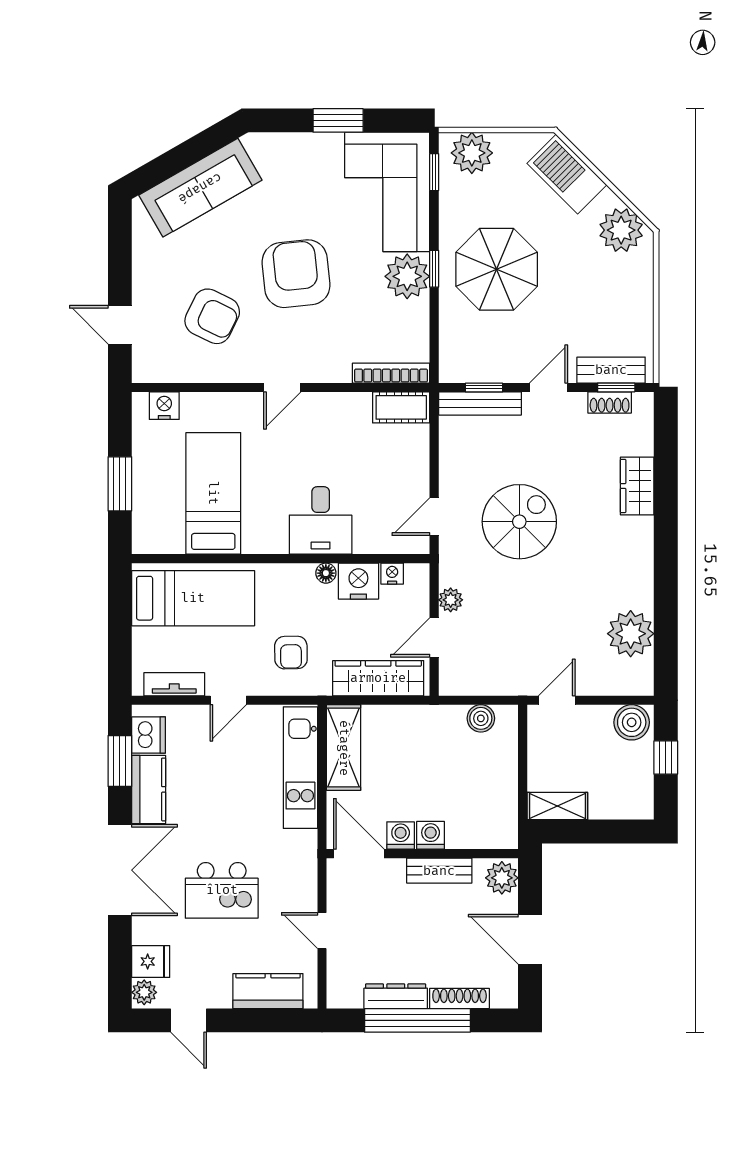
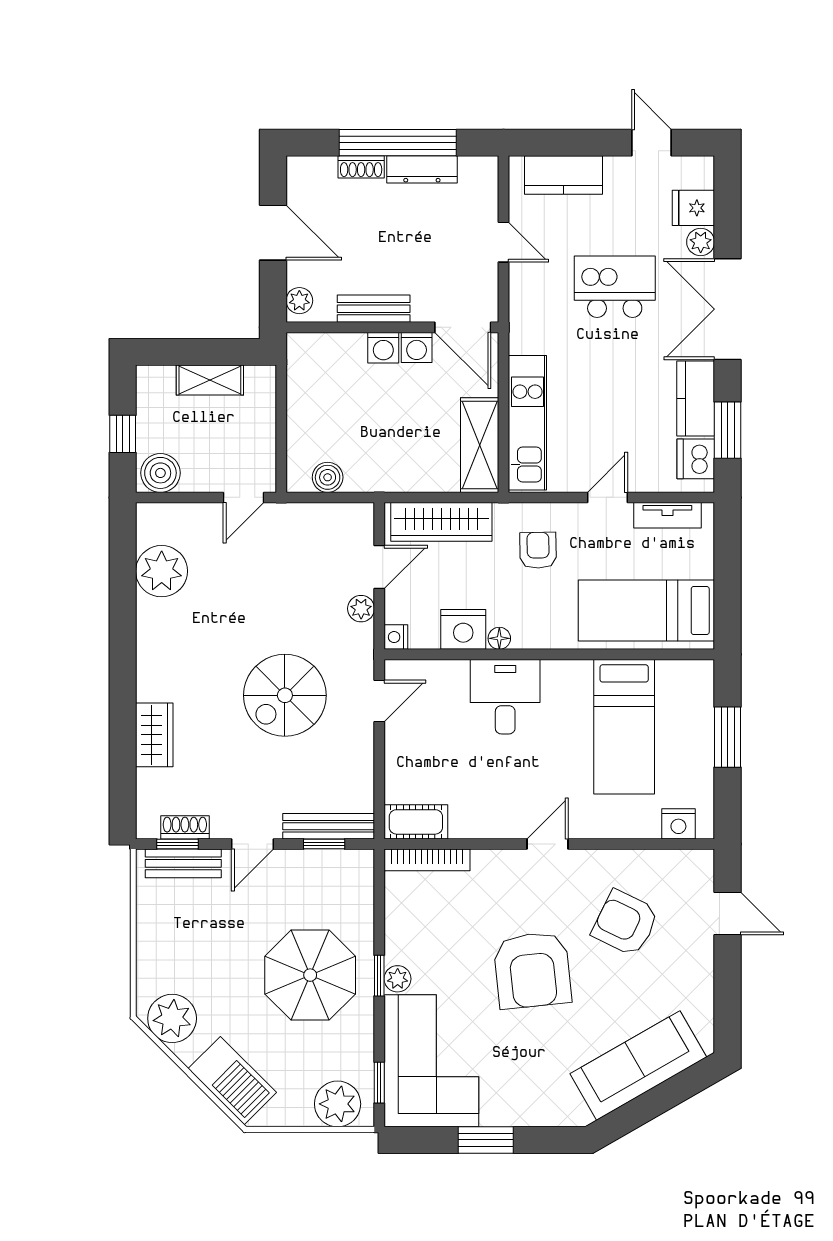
plant: (407, 276) -> (398, 979), width x0.53, depth x0.53
nightstand: (392, 574) -> (396, 637), moved, turned 90
shelving: (557, 806) -> (210, 380), moved
plant: (502, 878) -> (299, 301), width x0.73, depth x0.73
plant: (144, 992) -> (701, 242), moved
shoe rack: (460, 998) -> (361, 167), width x0.70

